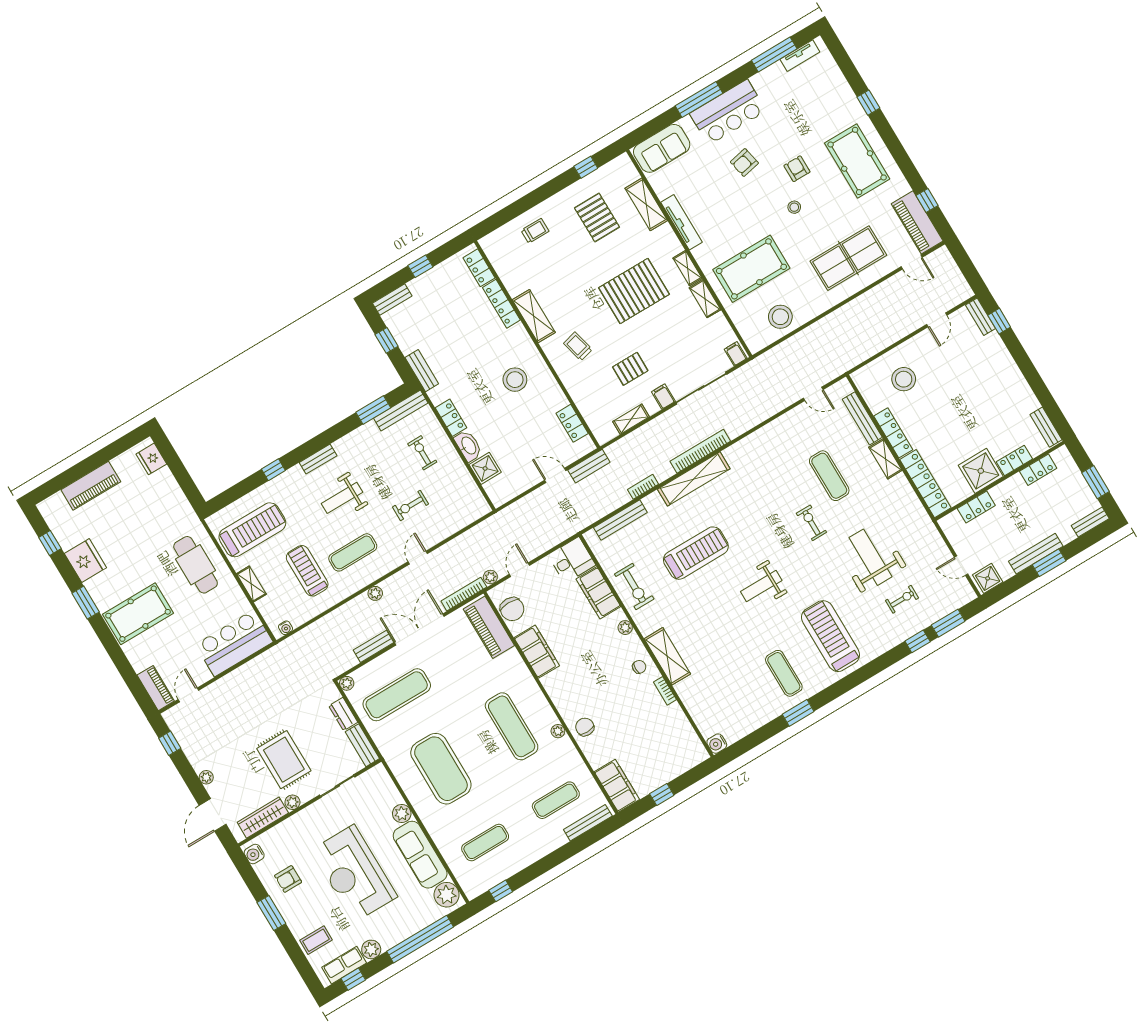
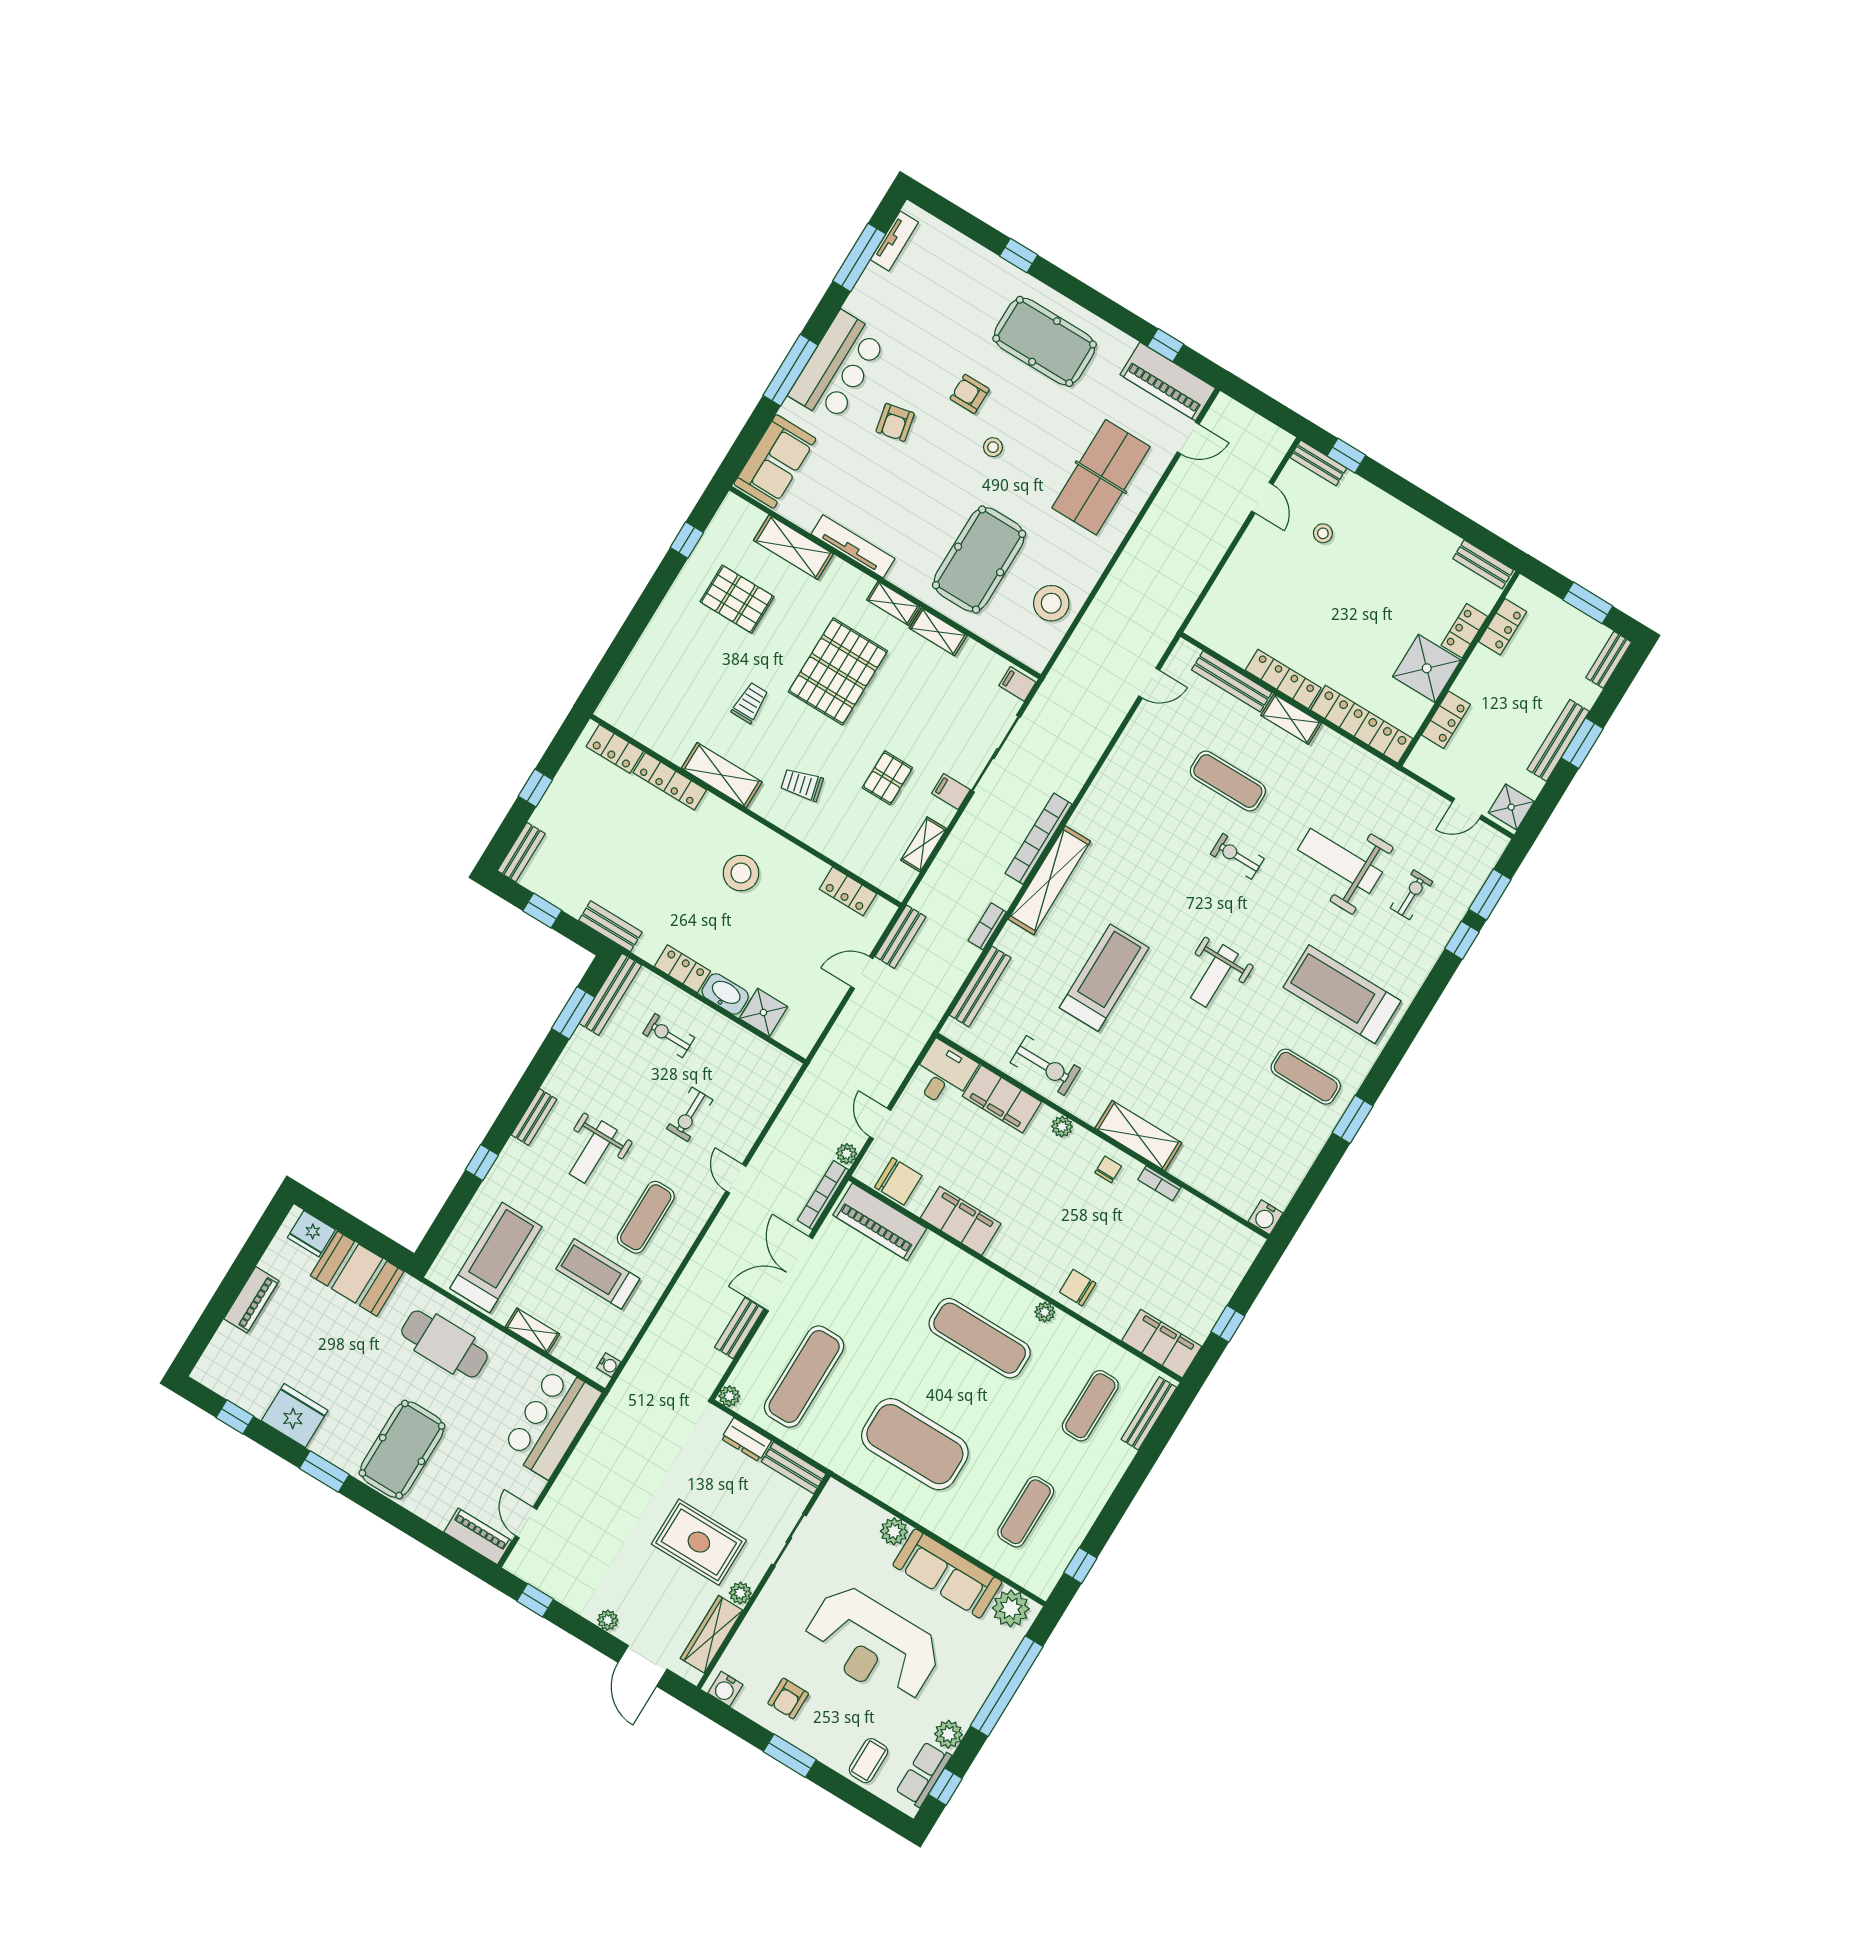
trolley: (535, 231) -> (750, 703), moved
stool: (904, 379) -> (1323, 533), moved, width x0.53, depth x0.53
piano: (91, 486) -> (251, 1300), width x0.73, depth x0.75
booth: (166, 496) -> (357, 1274), added
plant: (375, 593) -> (704, 1256), removed

